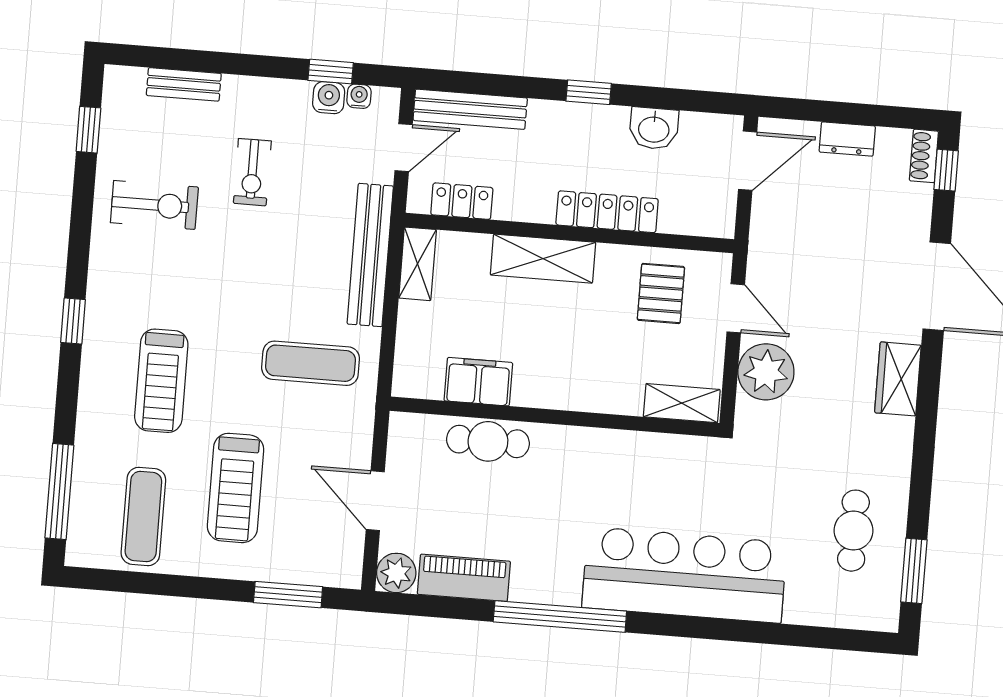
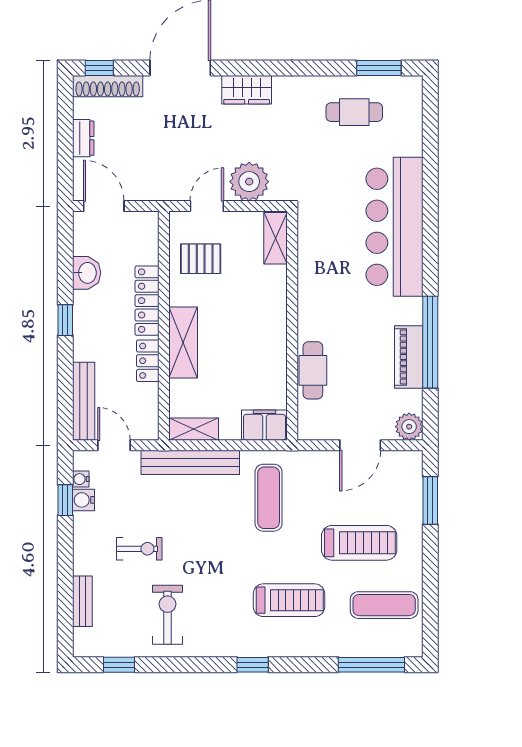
shoe rack: (924, 156) -> (108, 86), width x1.94, depth x1.24
locker: (462, 201) -> (148, 361), moved
filing cabinet: (478, 382) -> (264, 425), moved, turned 90
piano: (464, 578) -> (409, 357), moved
window: (560, 616) -> (430, 342), moved

